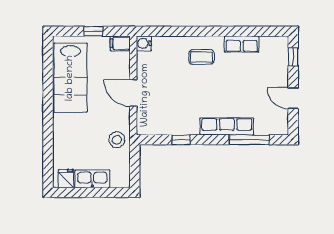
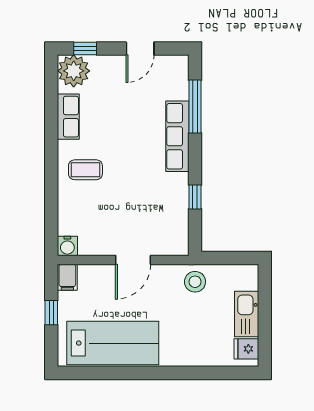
plant: (276, 48) -> (74, 71), added
coffee table: (201, 57) -> (85, 170), turned 90

